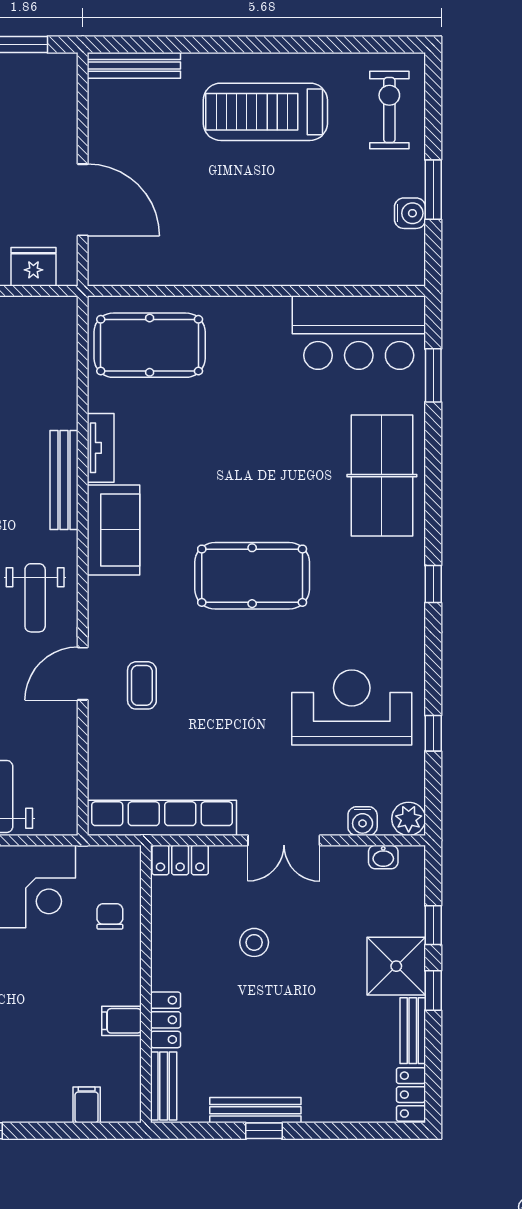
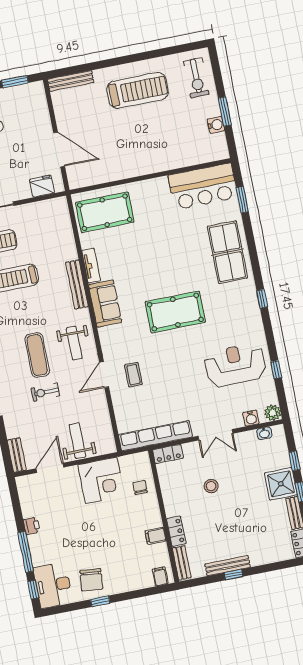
exercise bike: (389, 110) -> (196, 78), turned 180
treadmill: (265, 112) -> (138, 90), turned 180
filing cabinet: (87, 1105) -> (160, 576), moved

